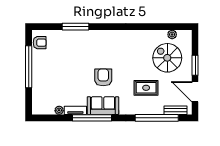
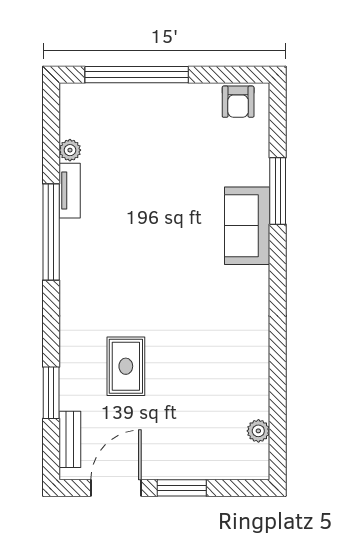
spiral stairs: (167, 58) -> (200, 419), removed
window: (29, 67) -> (137, 75), moved
armchair: (103, 77) -> (152, 260), removed
sofa: (103, 106) -> (247, 226), moved, turned 180
window: (157, 118) -> (51, 393), width x0.47

